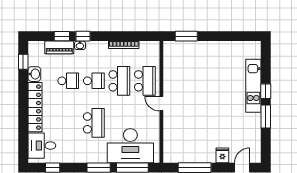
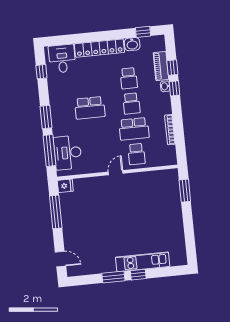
school desk: (145, 81) -> (137, 154), width x0.54
desk: (130, 146) -> (68, 153), width x0.73, depth x0.77
fridge: (222, 155) -> (65, 186), moved

